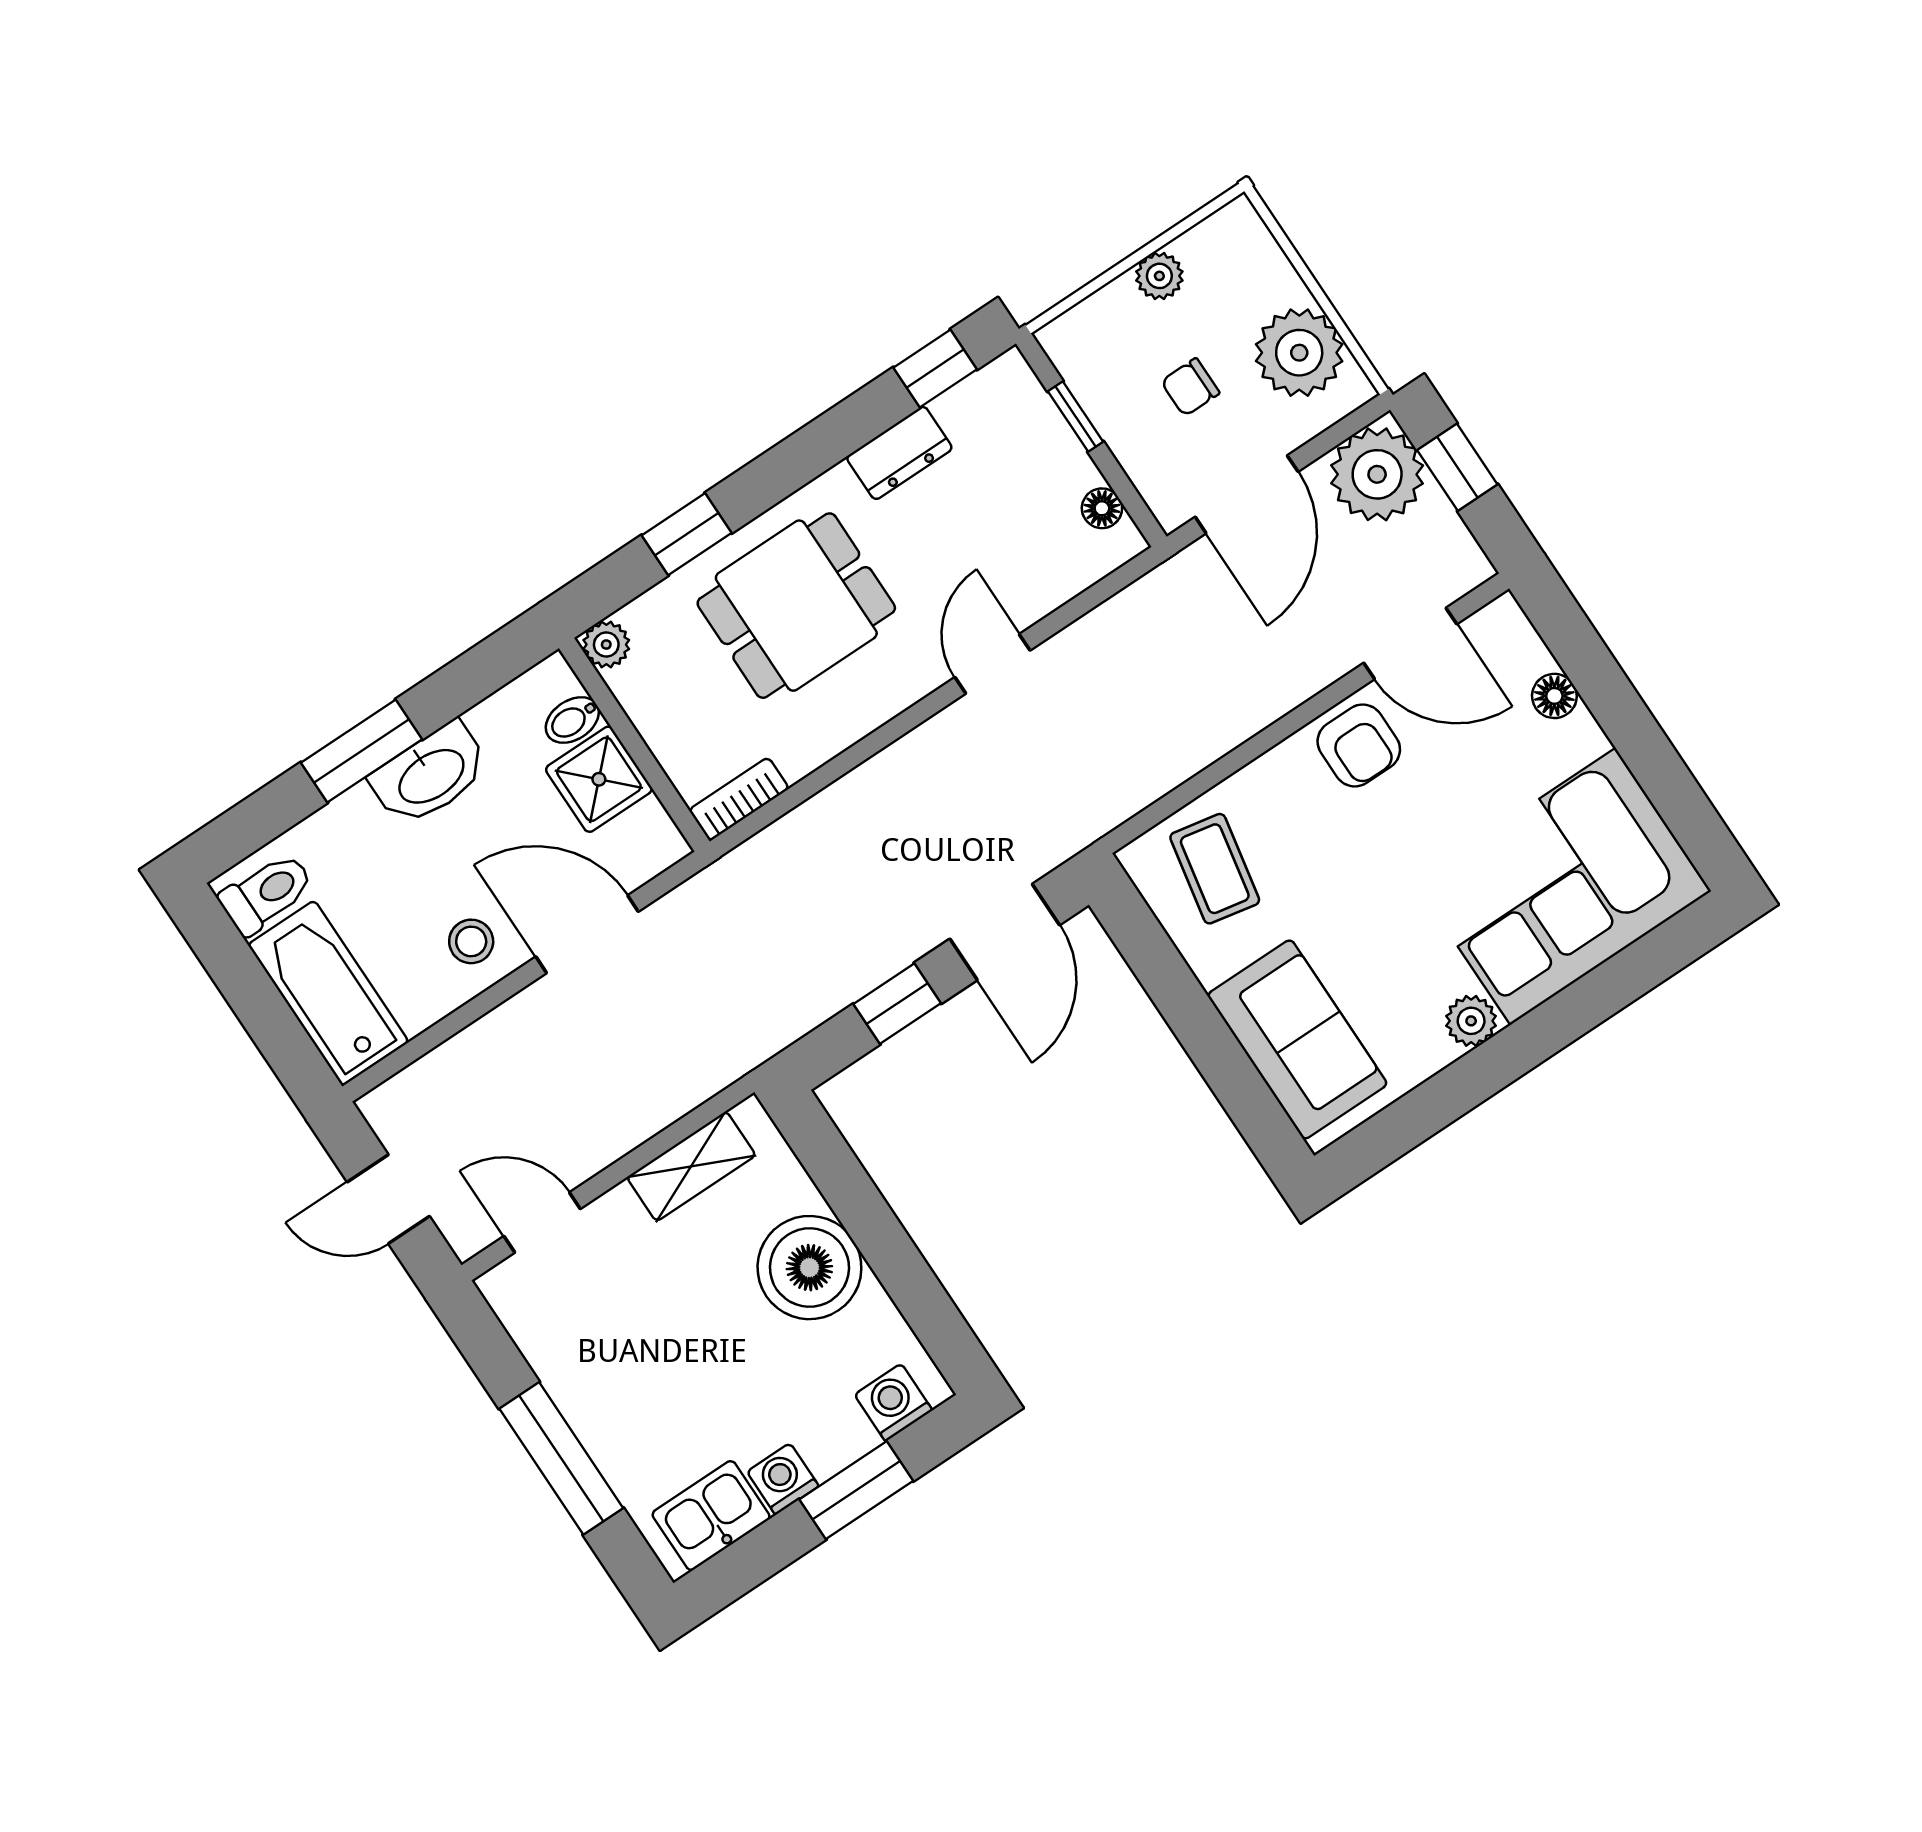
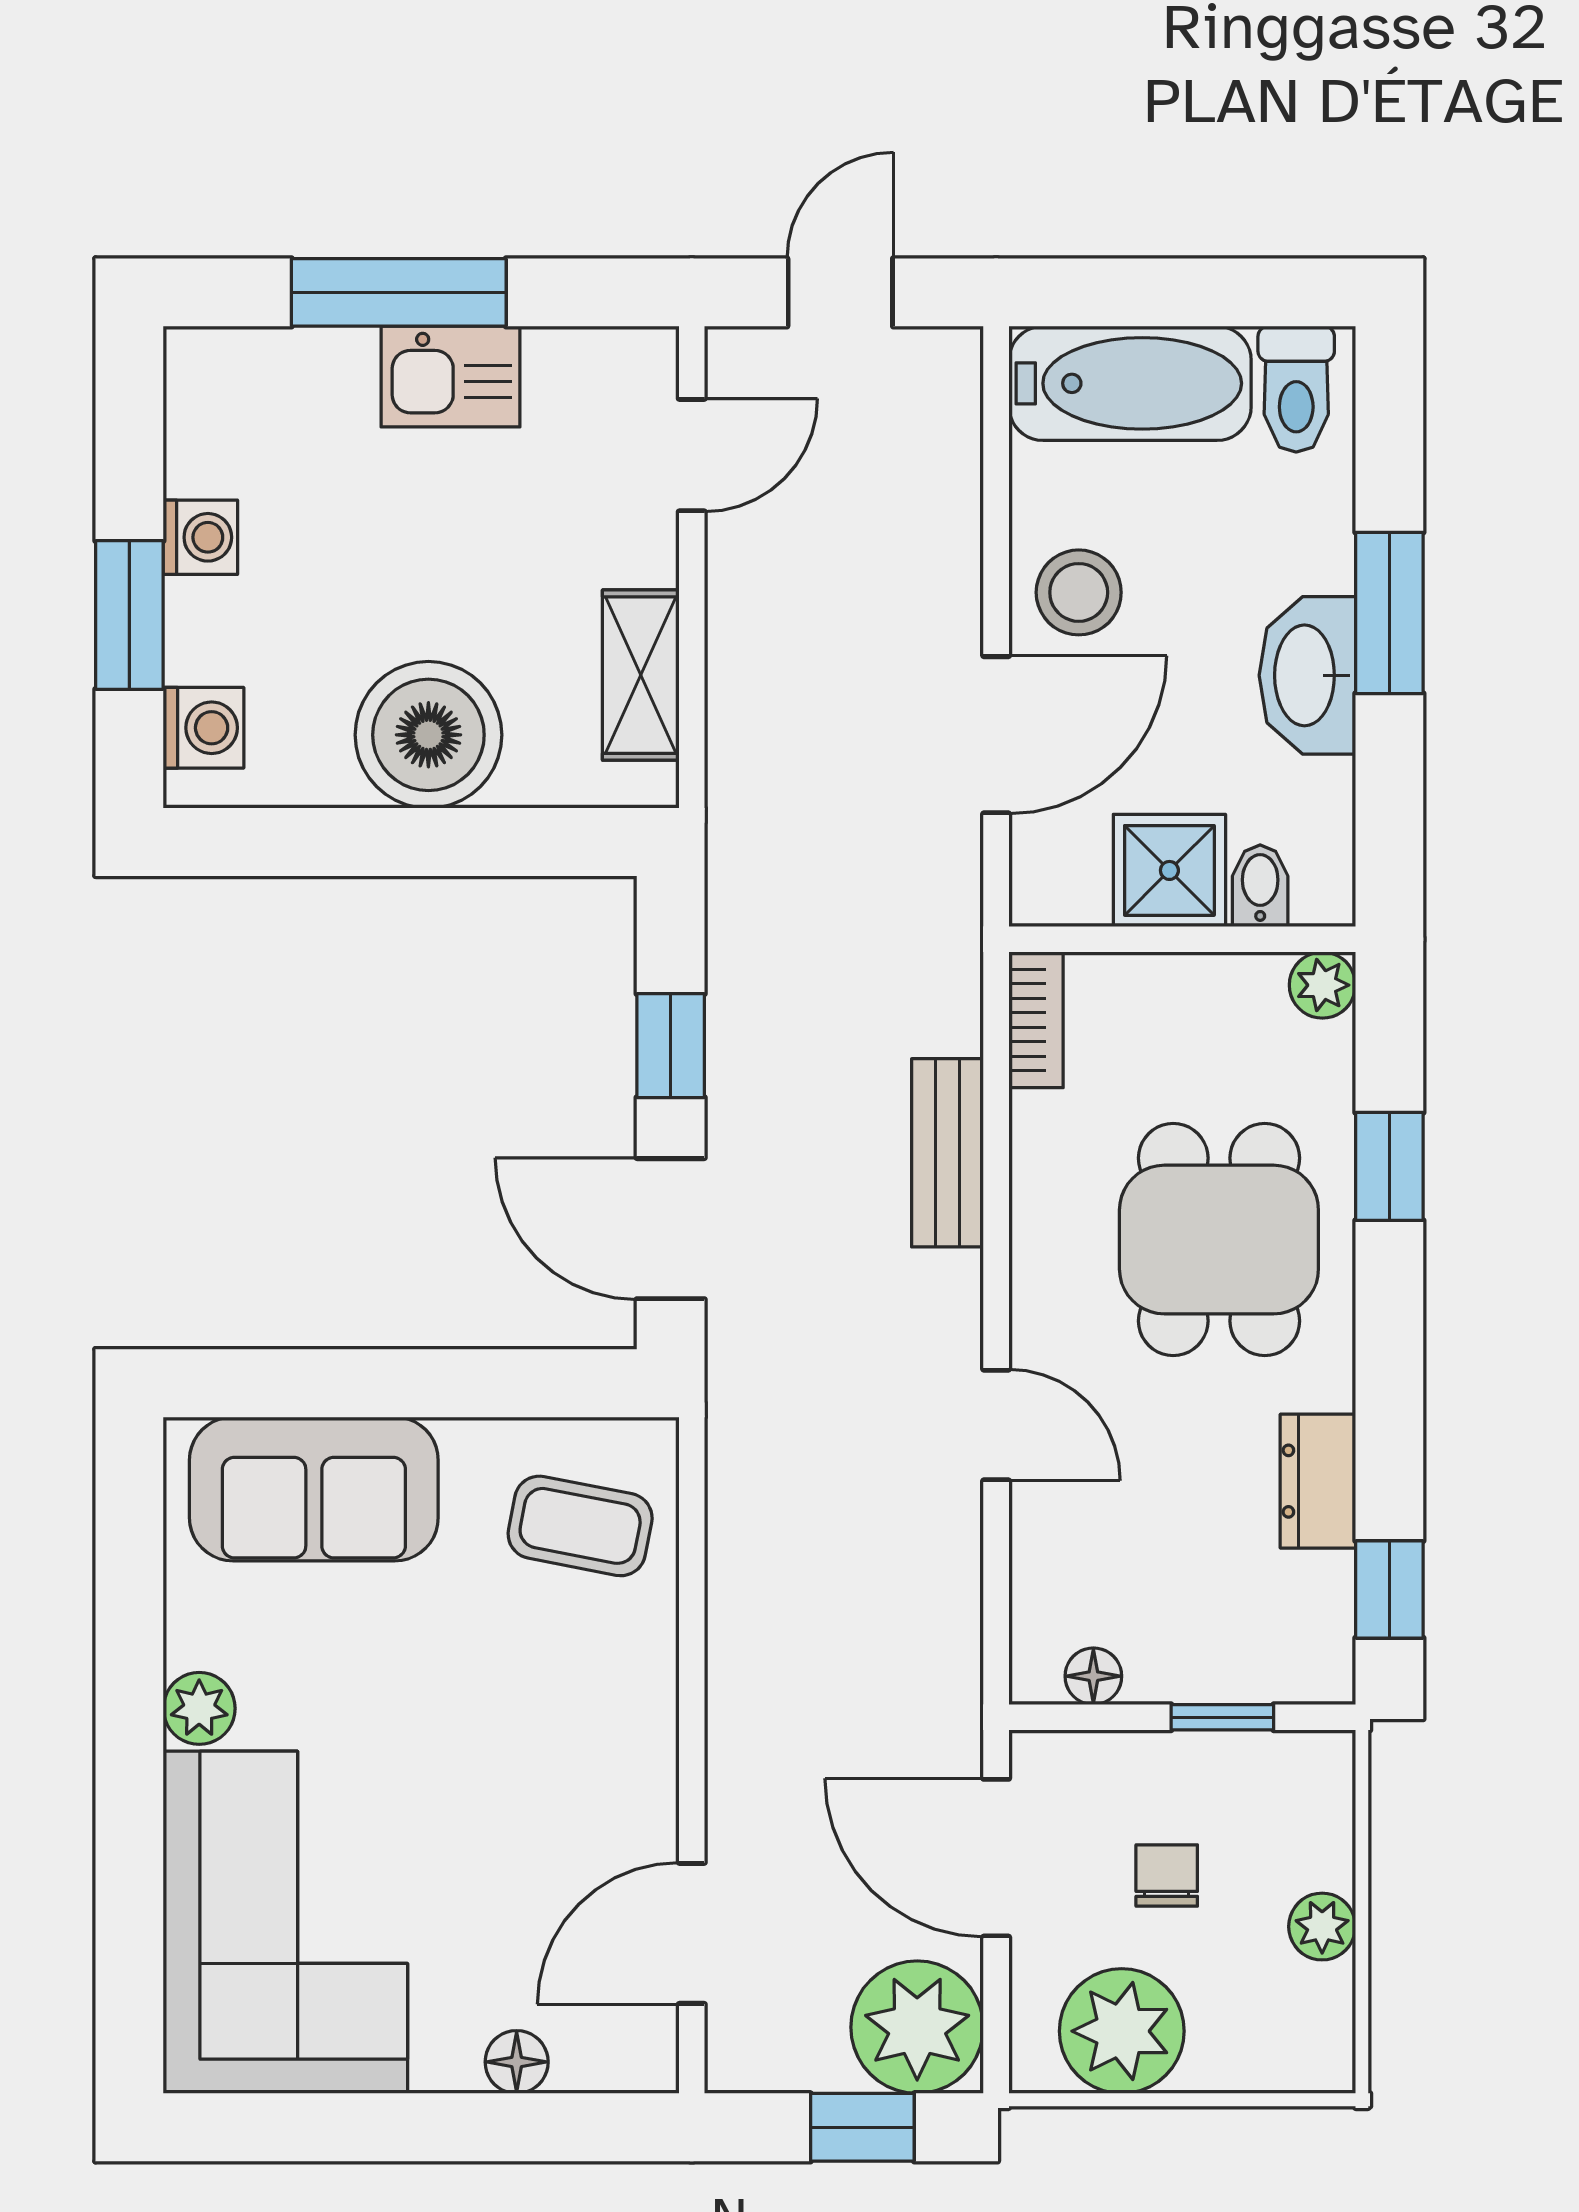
armchair: (1359, 745) -> (612, 1792), removed
bench: (852, 799) -> (948, 1153), added
stool: (471, 941) -> (1079, 592), width x1.37, depth x1.37
kitchen sink: (711, 1516) -> (450, 377), moved, turned 90

